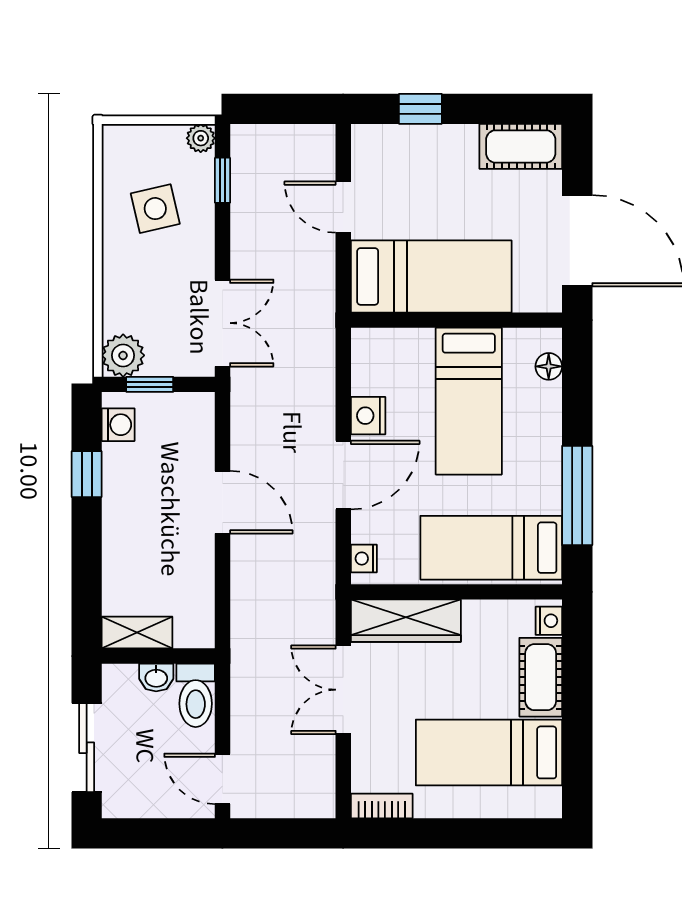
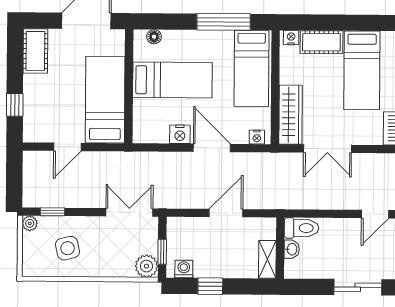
shelving: (137, 633) -> (267, 259), moved
wall: (158, 656) -> (280, 248), moved
washbasin: (156, 677) -> (292, 249), moved
toilet: (196, 695) -> (301, 228), moved

